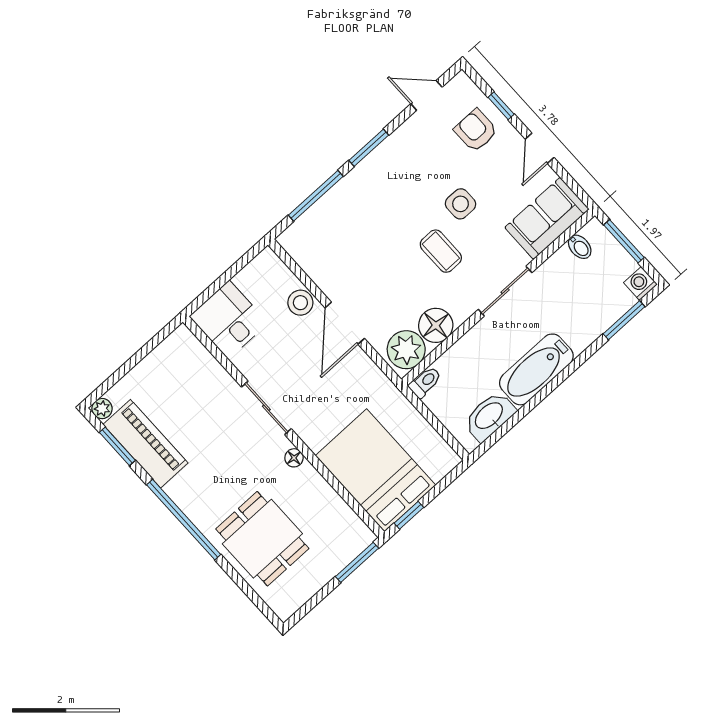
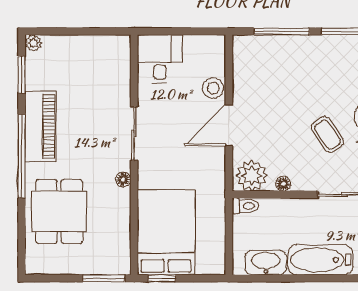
coffee table: (441, 251) -> (327, 135), turned -34
floor lamp: (436, 325) -> (283, 184), width x0.53, depth x0.53
piano: (145, 444) -> (40, 126), moved

